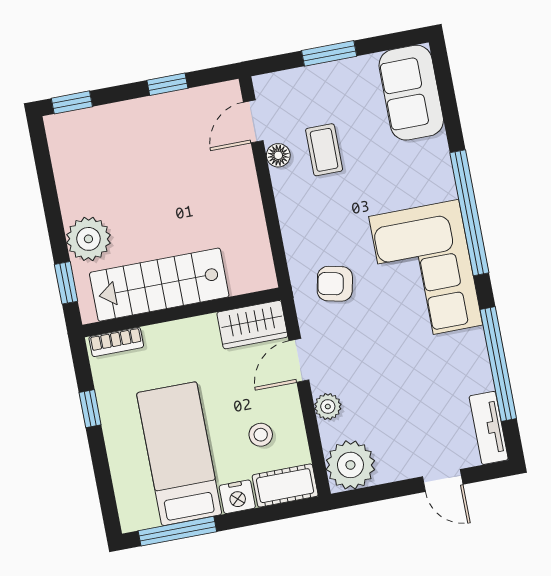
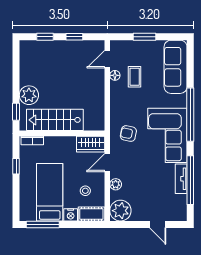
sofa: (411, 93) -> (176, 67), width x1.36
window: (72, 102) -> (45, 37), moved
tv unit: (489, 428) -> (181, 179), moved

